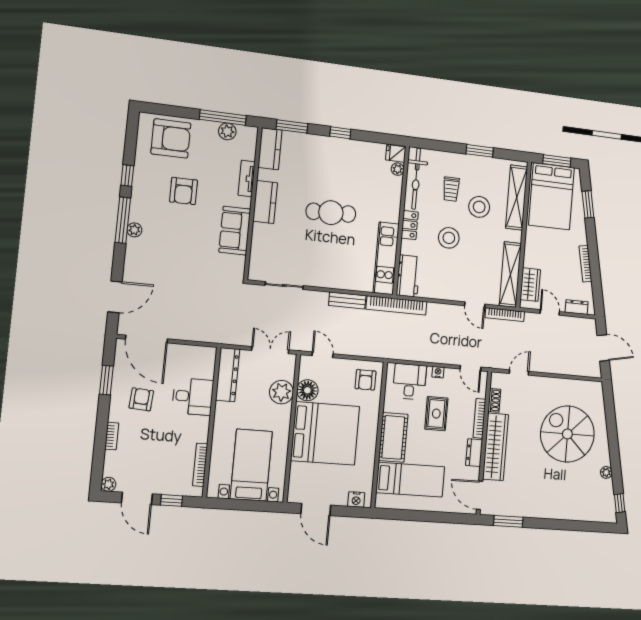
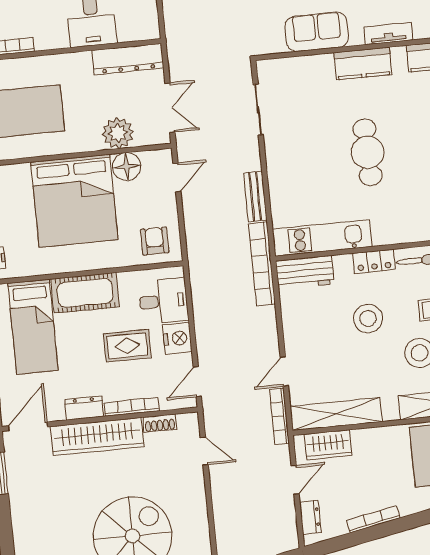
nightstand: (438, 372) -> (177, 338), width x1.89, depth x1.79
armchair: (366, 380) -> (155, 241), turned 90

